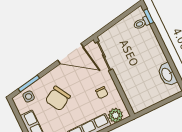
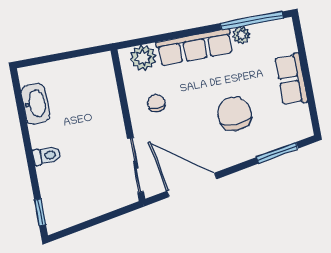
toilet: (141, 23) -> (47, 156), moved
side table: (29, 97) -> (284, 131), removed
chair: (58, 98) -> (235, 114), turned -60

